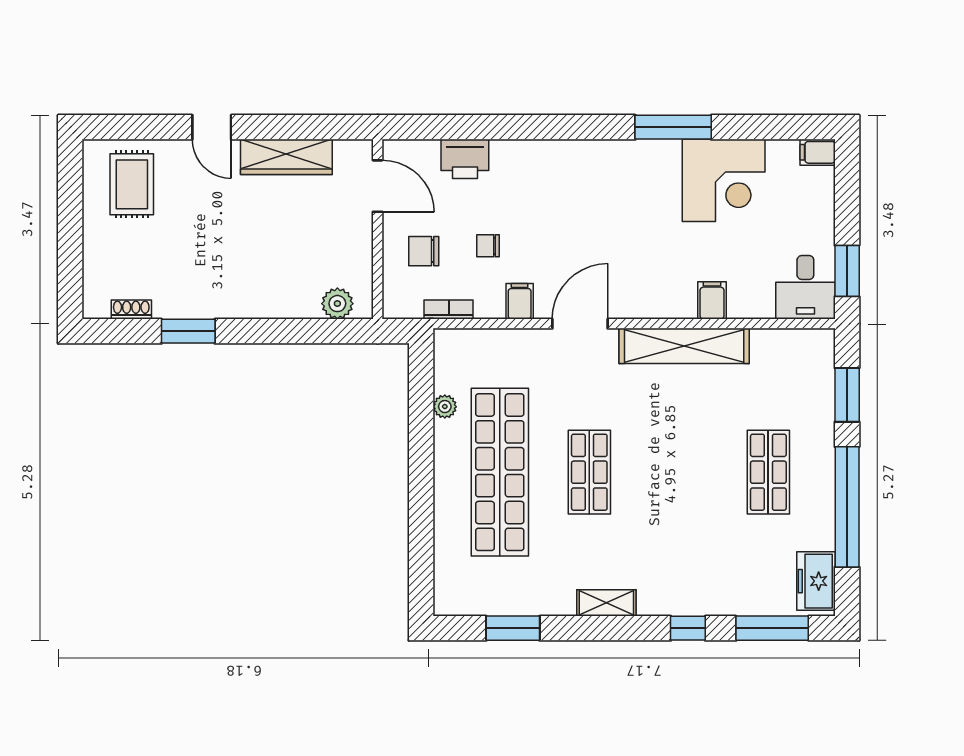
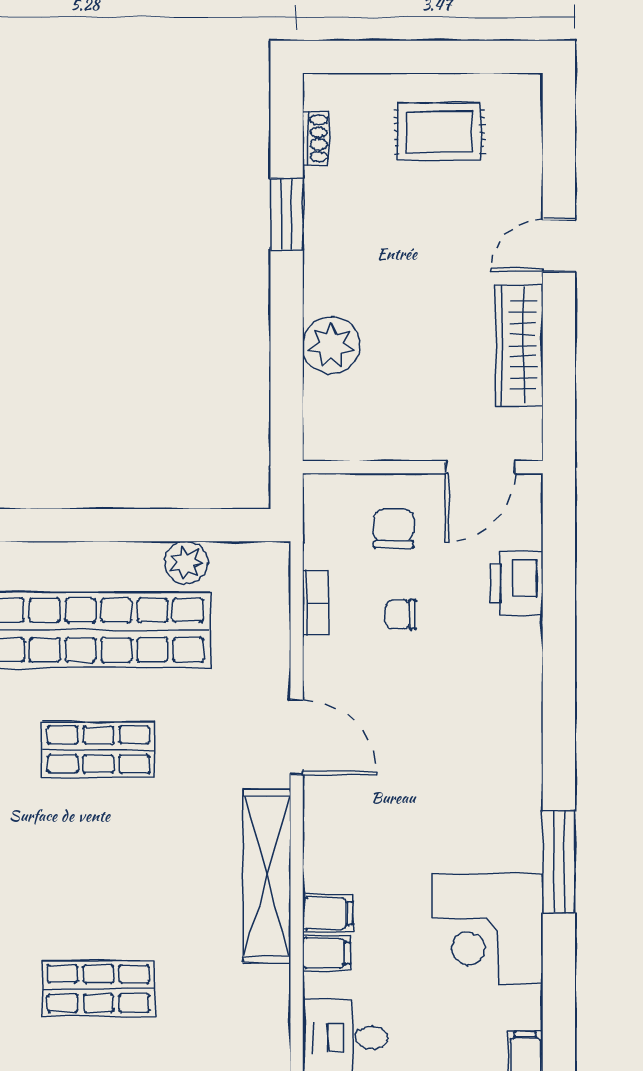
rug: (132, 184) -> (440, 132), moved
chair: (488, 246) -> (401, 614), turned -90
filing cabinet: (520, 301) -> (327, 953), moved
plant: (337, 304) -> (331, 345), moved, width x1.36, depth x1.36
bookcase: (449, 309) -> (316, 603), moved
plant: (445, 407) -> (186, 563), width x1.38, depth x1.38

